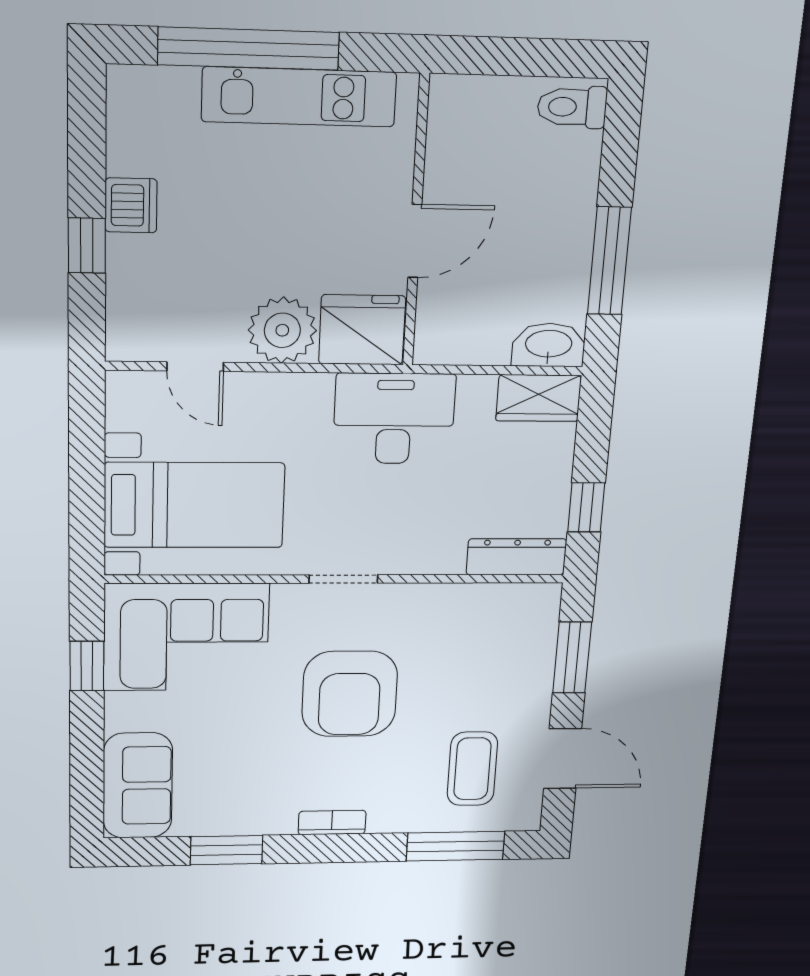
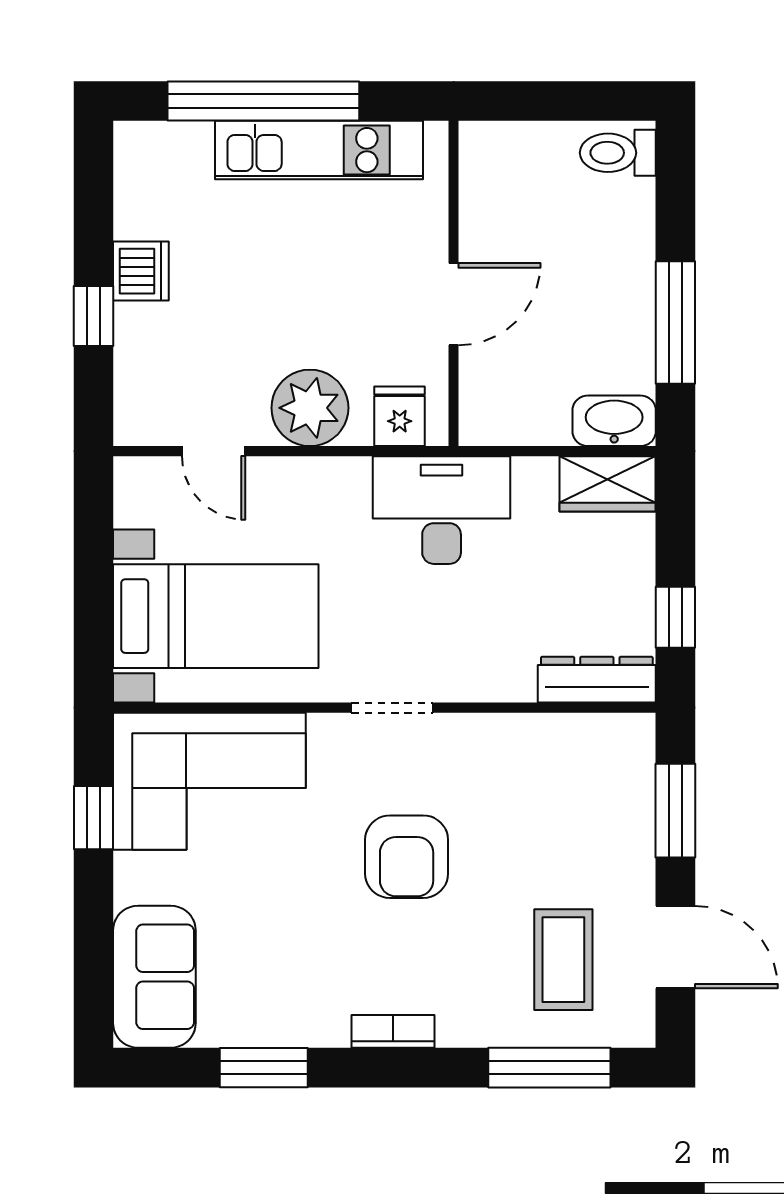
fridge: (362, 330) -> (400, 416), width x0.53, depth x0.75
armchair: (350, 694) -> (407, 857), width x0.73, depth x0.73

